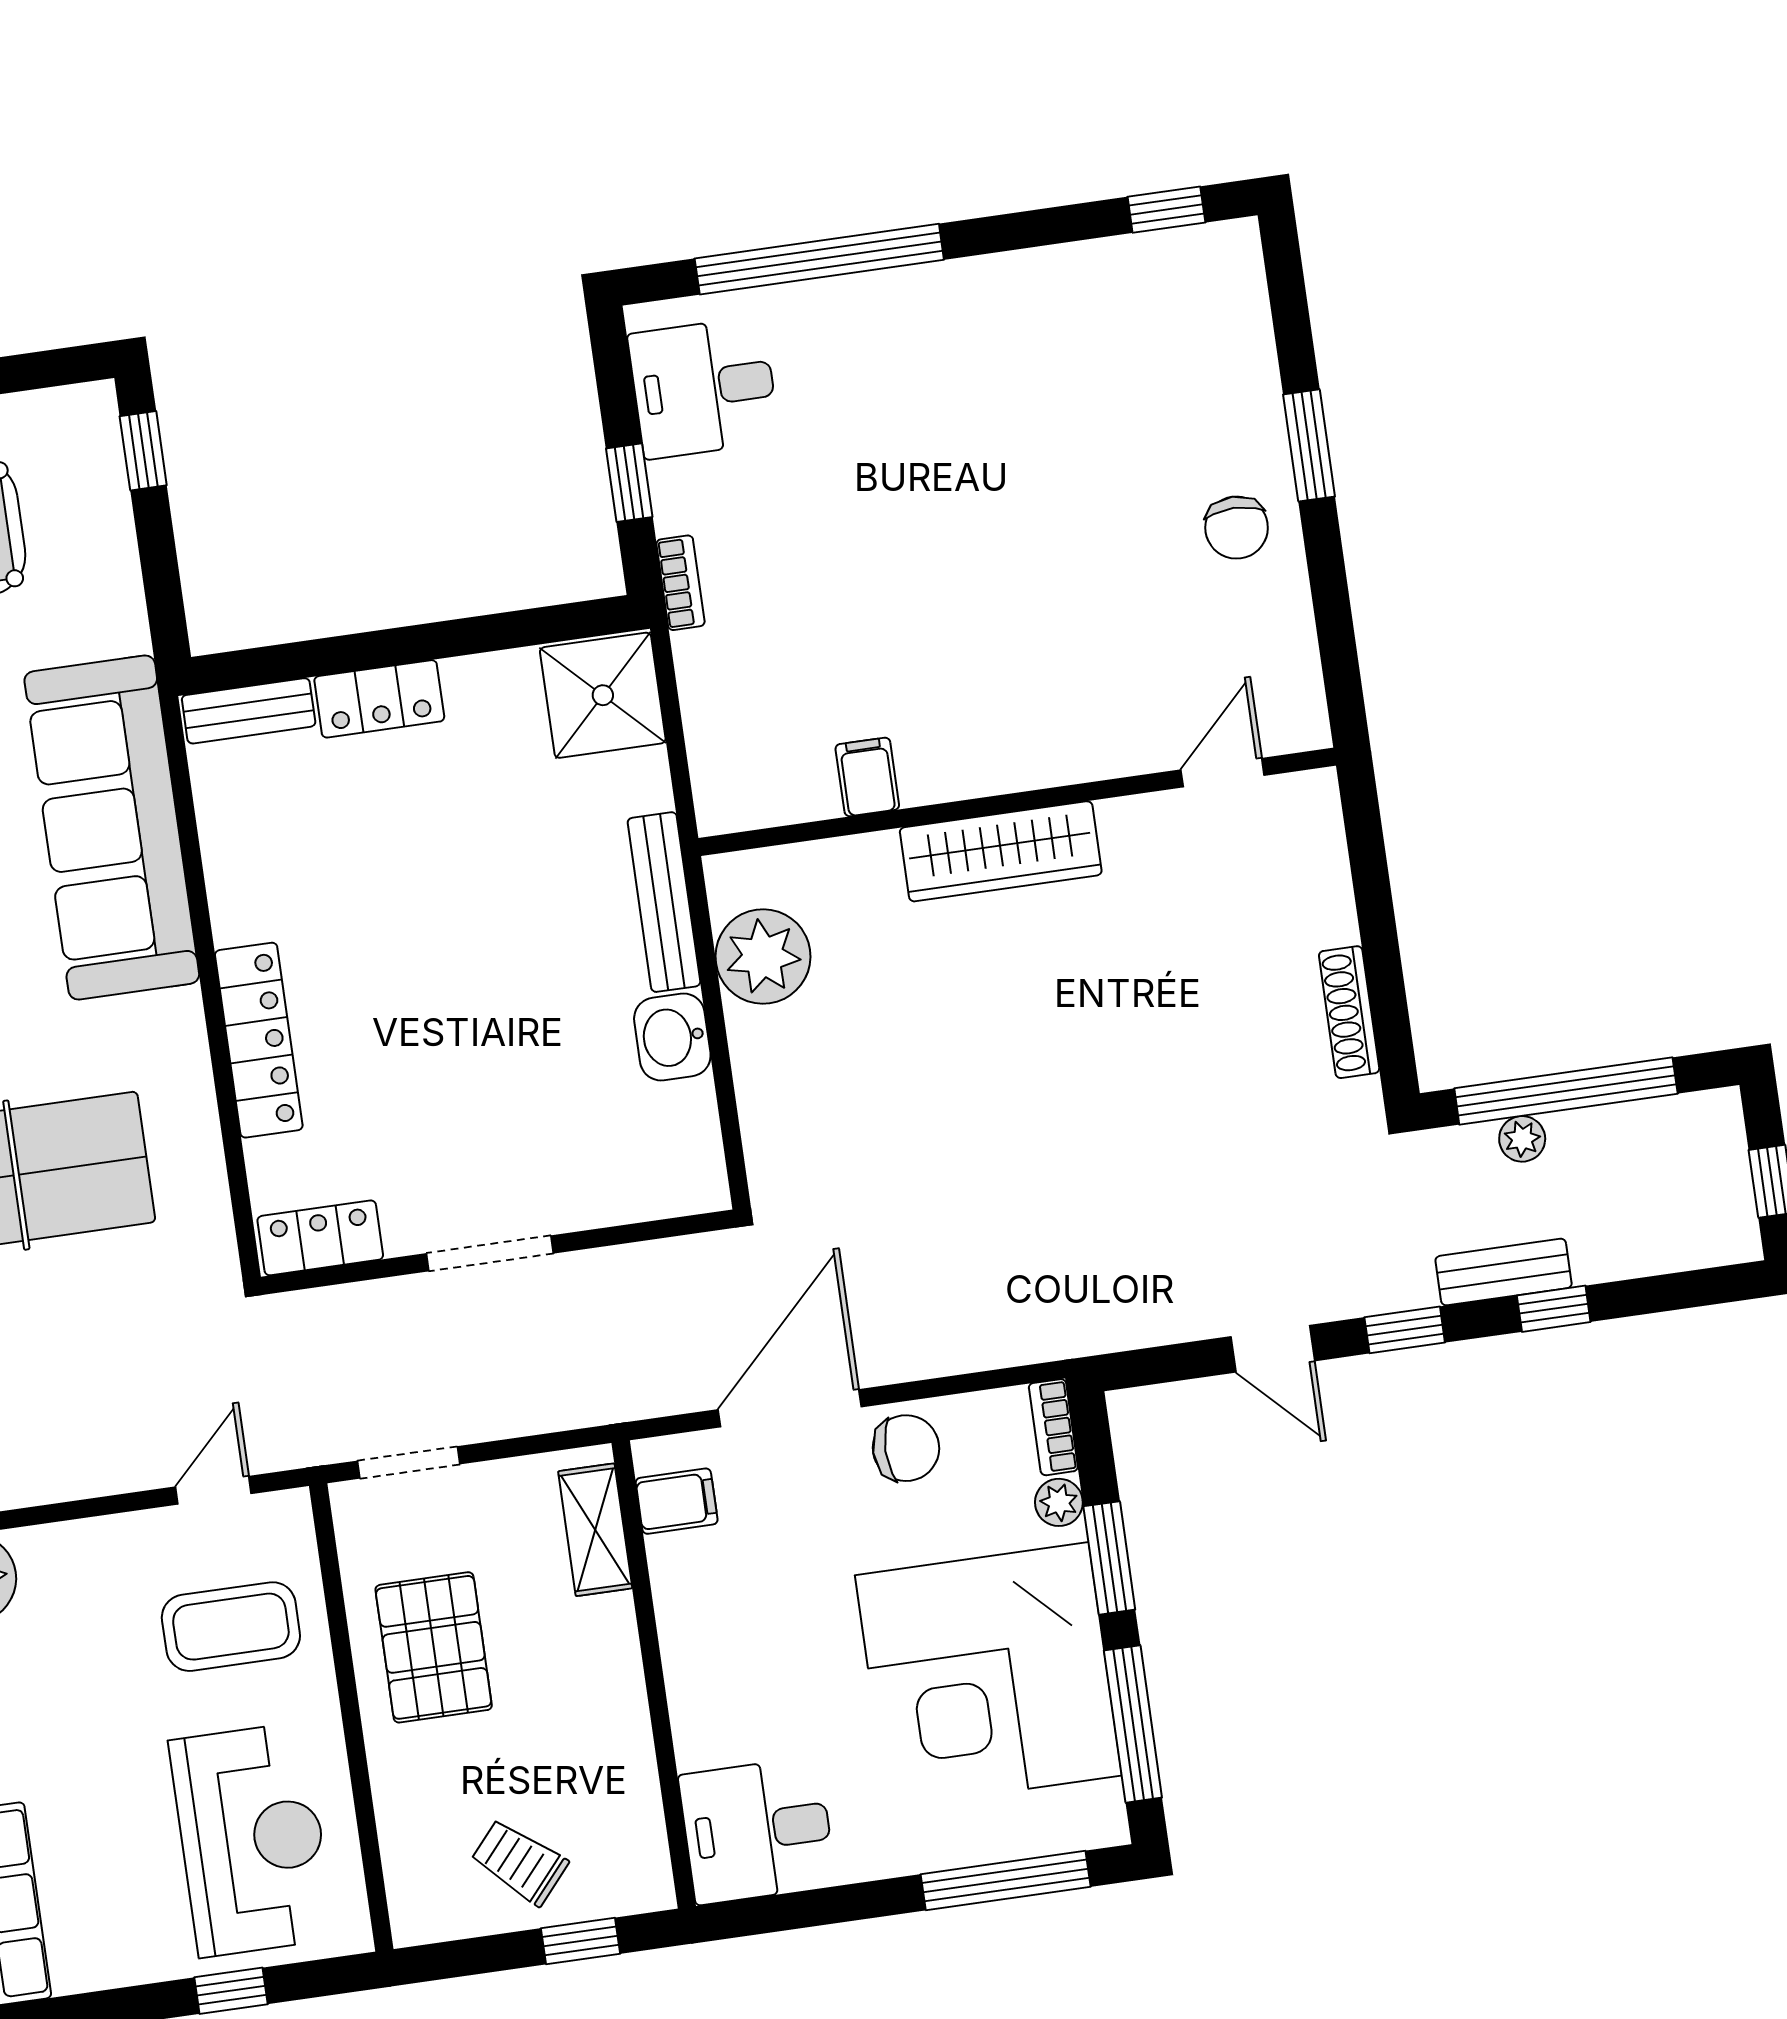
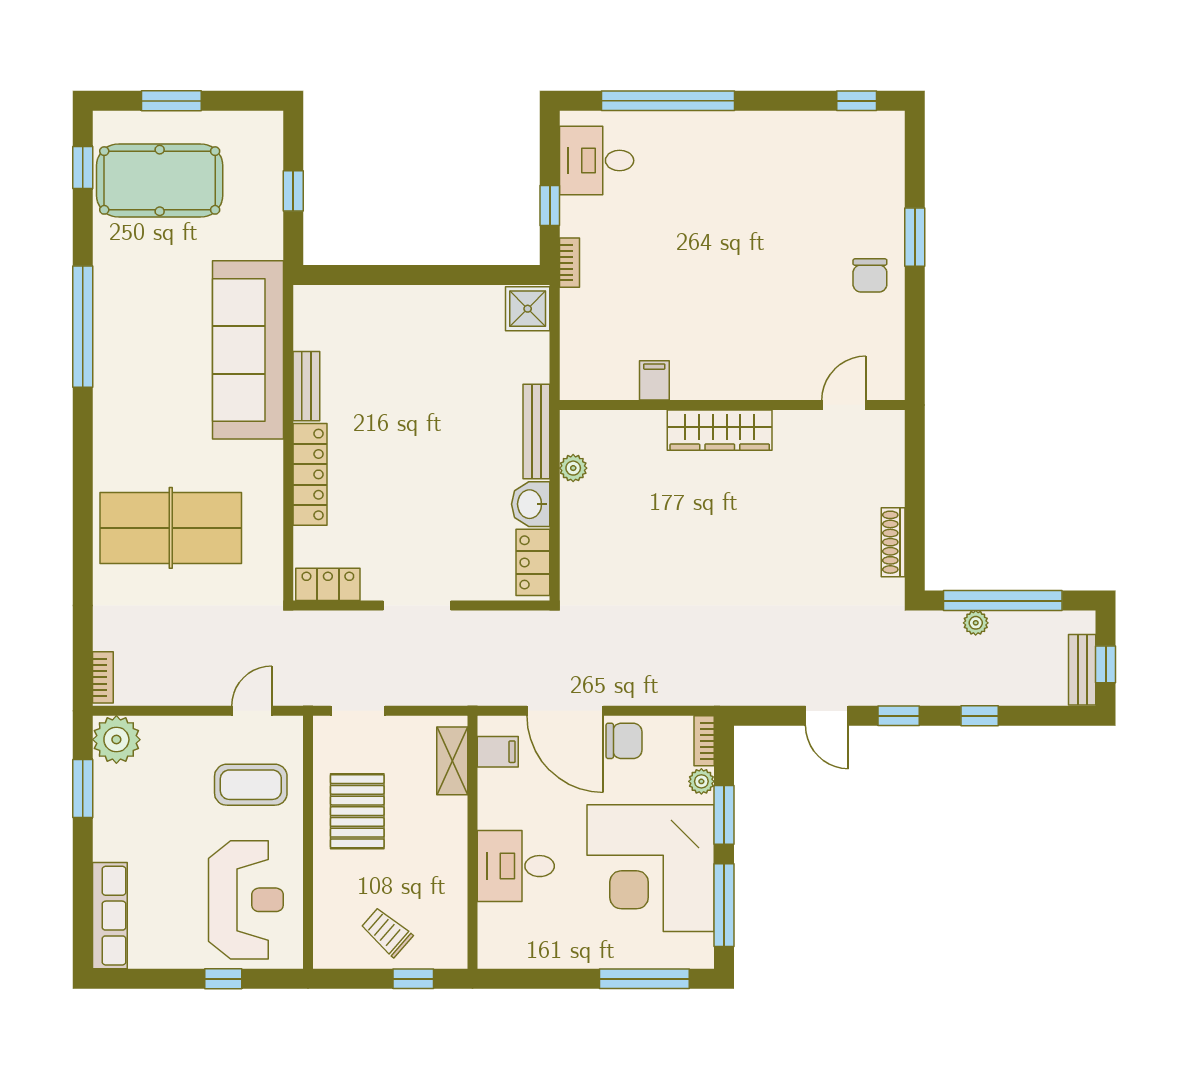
window: (143, 451) -> (293, 191), moved
shower: (603, 695) -> (528, 309), width x0.73, depth x0.73
locker: (379, 699) -> (533, 562), moved, turned 90
bench: (249, 711) -> (306, 386), moved, turned 90
plant: (763, 956) -> (573, 468), width x0.53, depth x0.53
bench: (1504, 1272) -> (1082, 670), moved, turned 90
door: (790, 1408) -> (565, 711), swing flipped
desk: (757, 1831) -> (516, 866), moved

